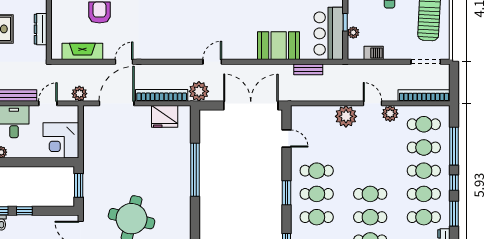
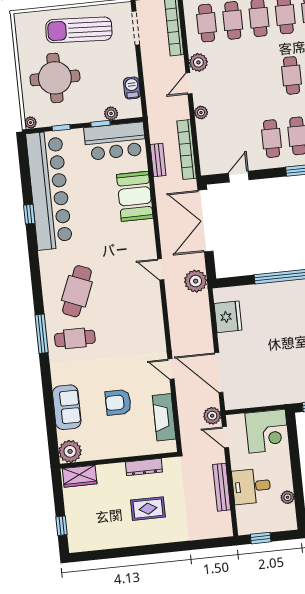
bookcase: (162, 95) -> (187, 150), moved
door: (48, 103) -> (226, 437), moved
plant: (346, 116) -> (201, 112), width x0.53, depth x0.53

